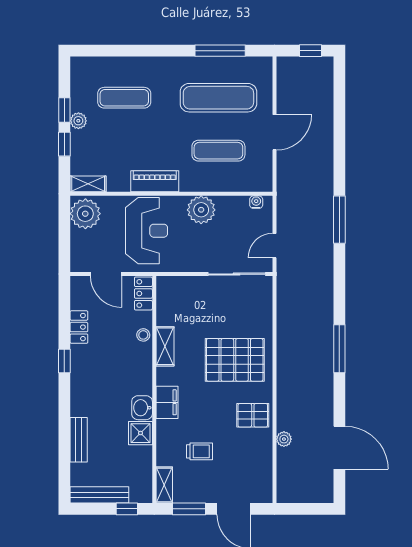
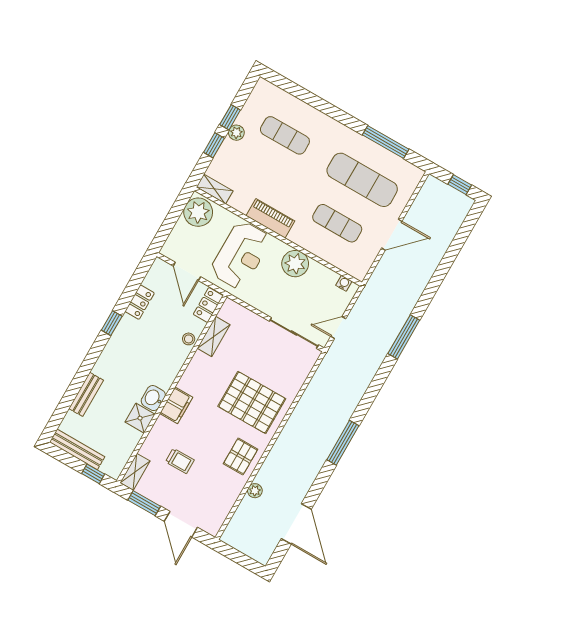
shelving: (165, 346) -> (214, 337), moved
pallet: (253, 415) -> (241, 456), turned 90

